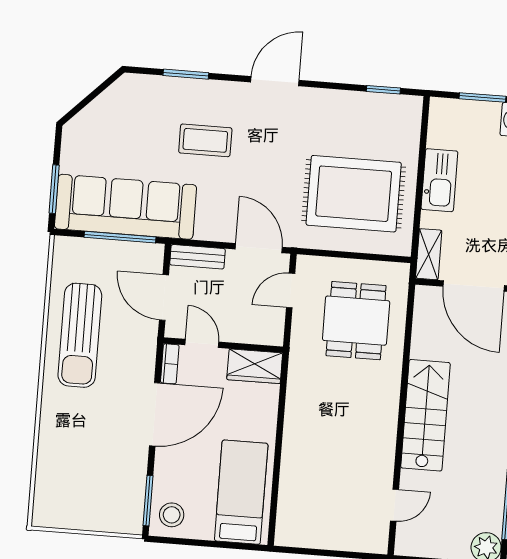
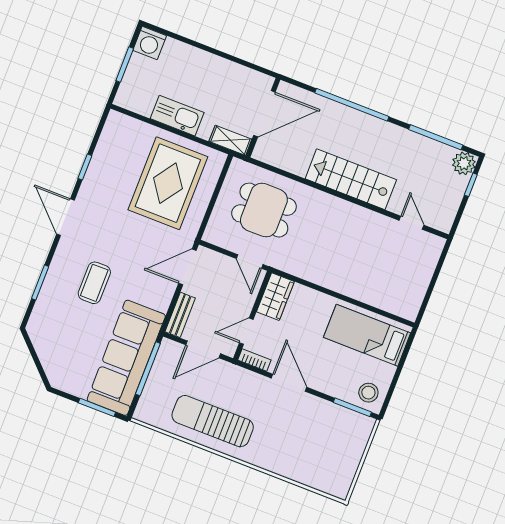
window: (383, 90) -> (85, 167), moved
door: (291, 290) -> (250, 261), moved
sun lounger: (80, 335) -> (213, 421), turned 180
door: (155, 414) -> (289, 383), width x0.73

